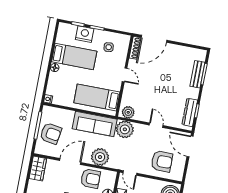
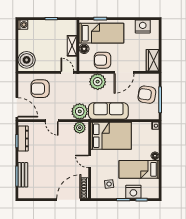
bed: (97, 97) -> (111, 136), width x1.50

